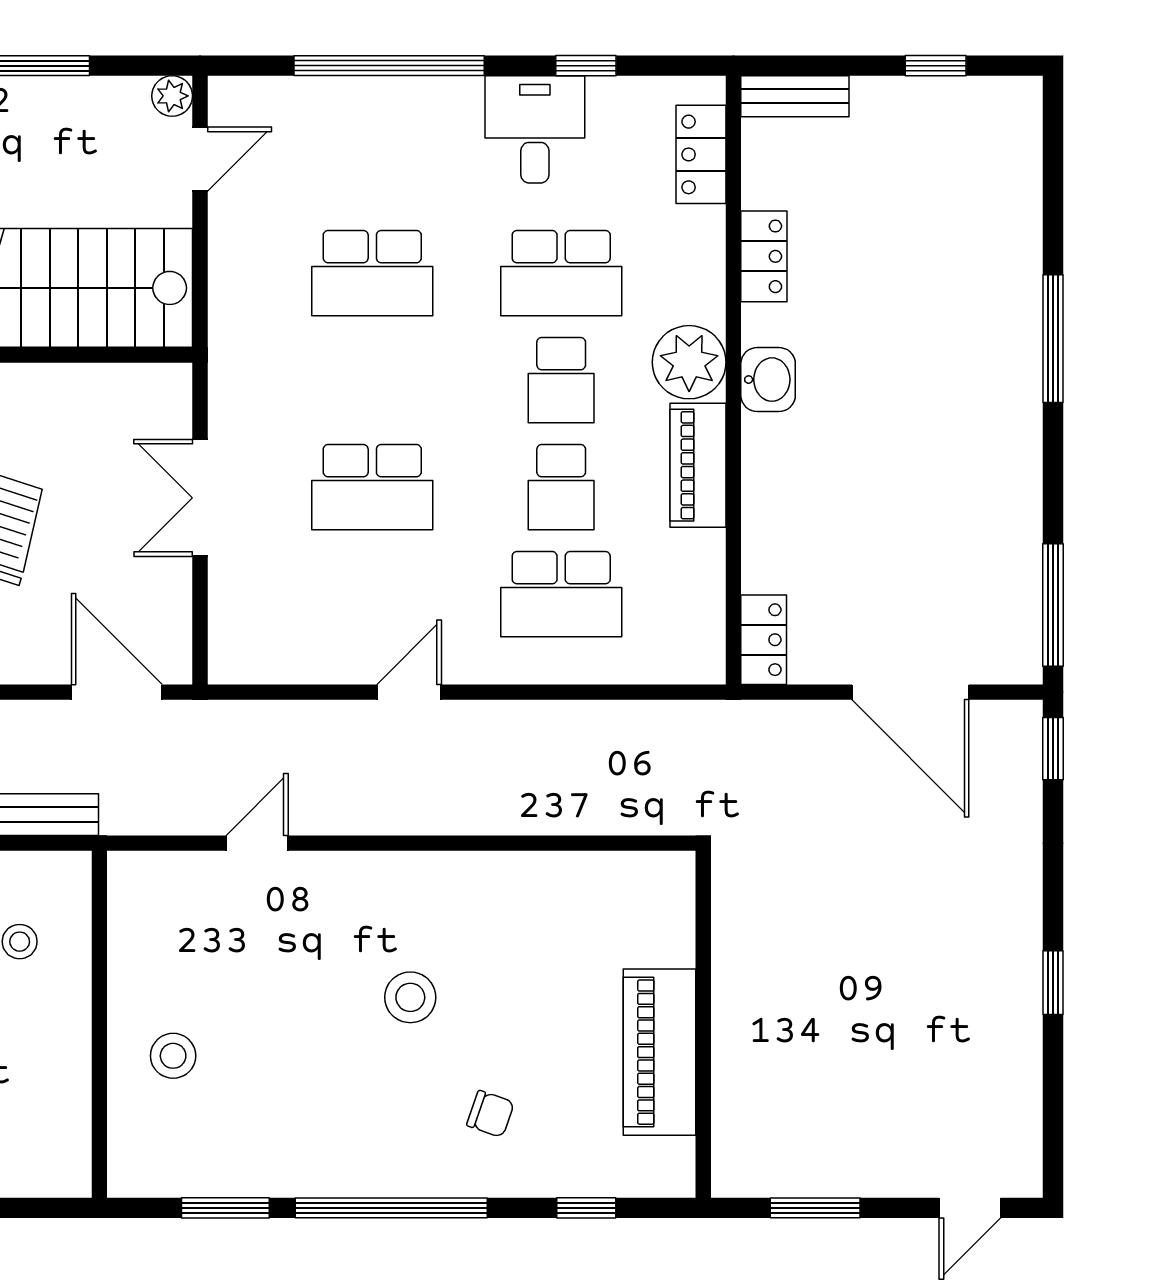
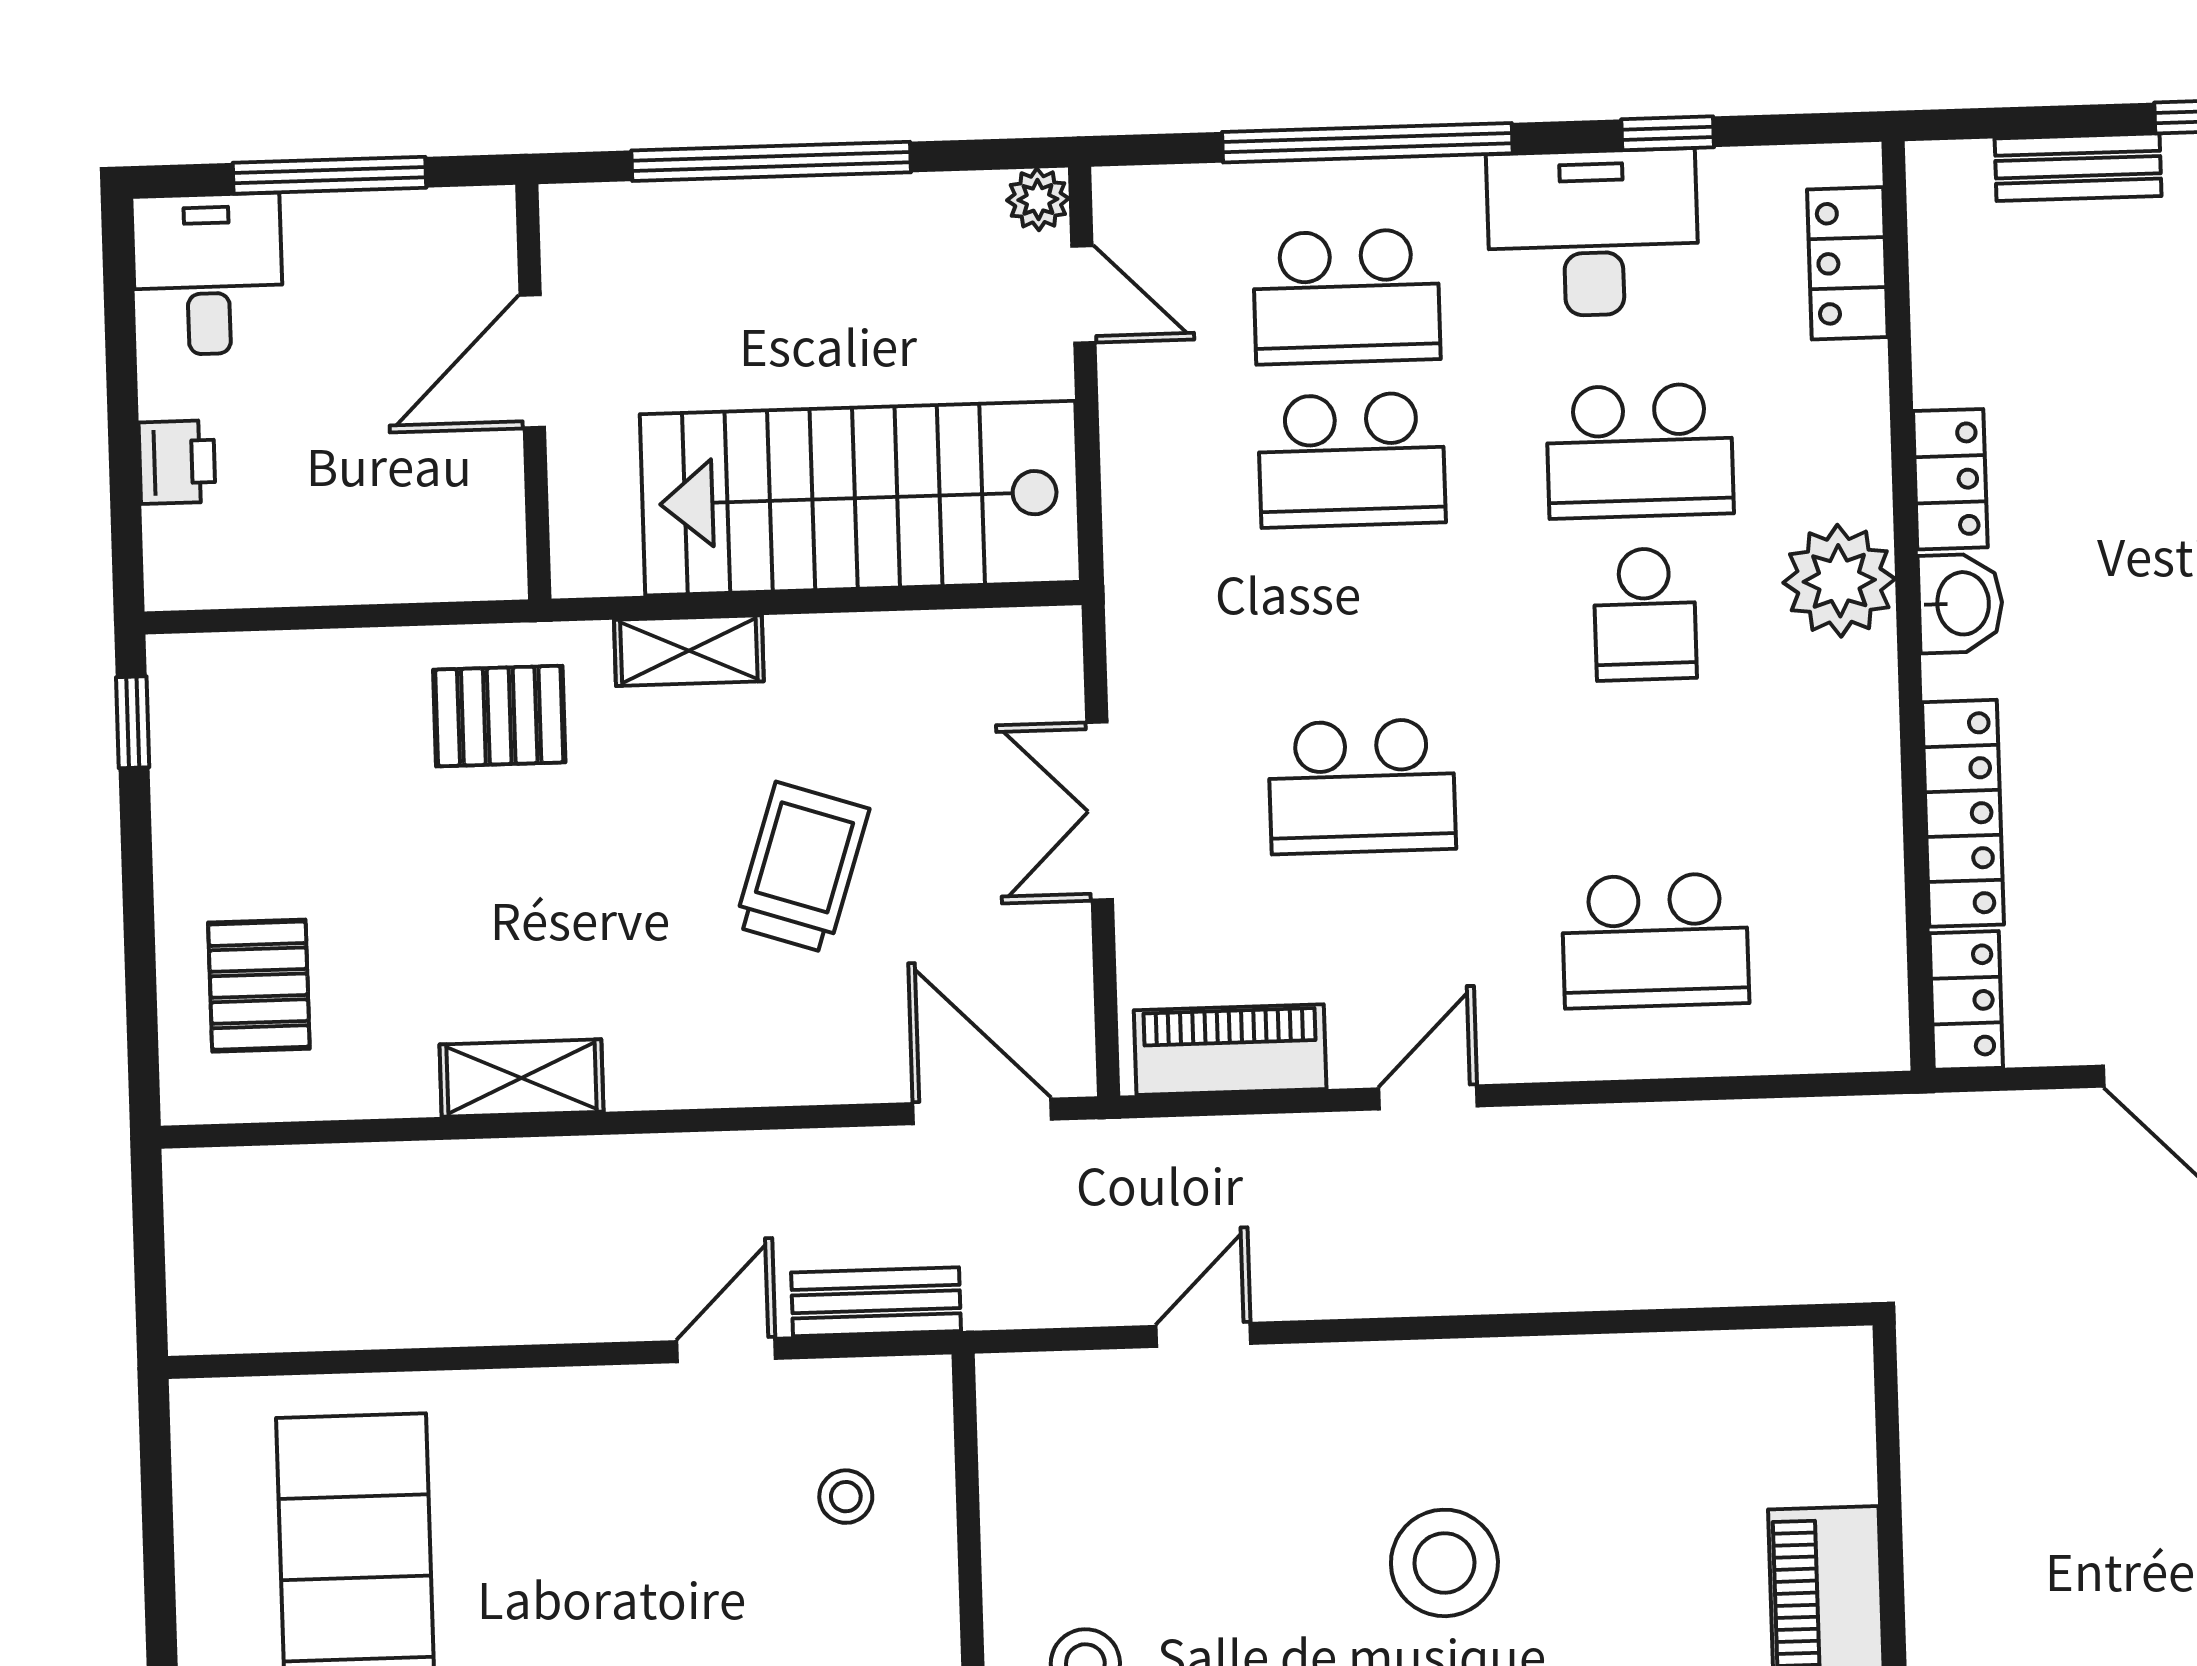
bench: (795, 96) -> (2078, 167), moved
desk: (535, 129) -> (1593, 233), width x1.37
door: (200, 159) -> (1083, 294), hinge flipped
locker: (764, 256) -> (1950, 479), moved
piano: (698, 465) -> (1230, 1050), moved, turned 90
school desk: (561, 487) -> (1347, 297), moved, width x1.85
locker: (765, 517) -> (1963, 813), added
stool: (410, 997) -> (1444, 1563), width x1.38, depth x1.38

